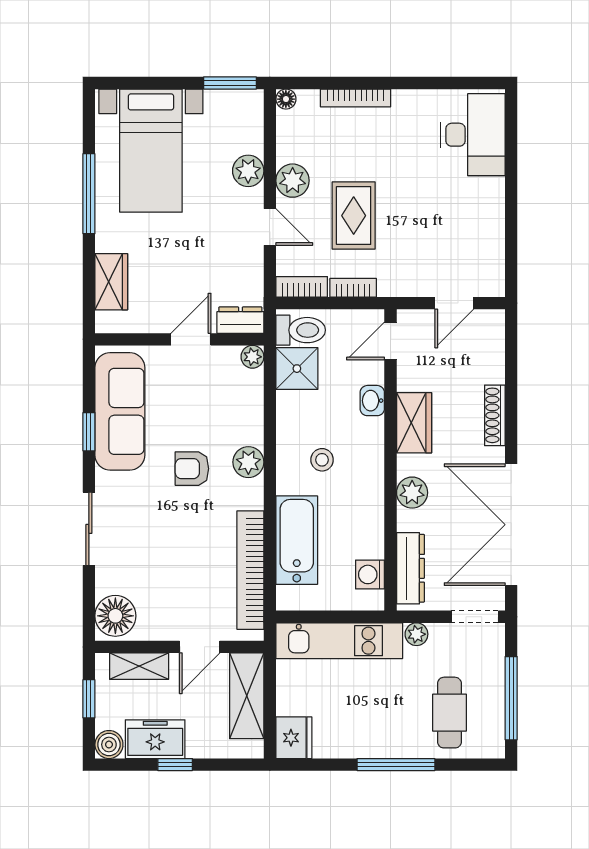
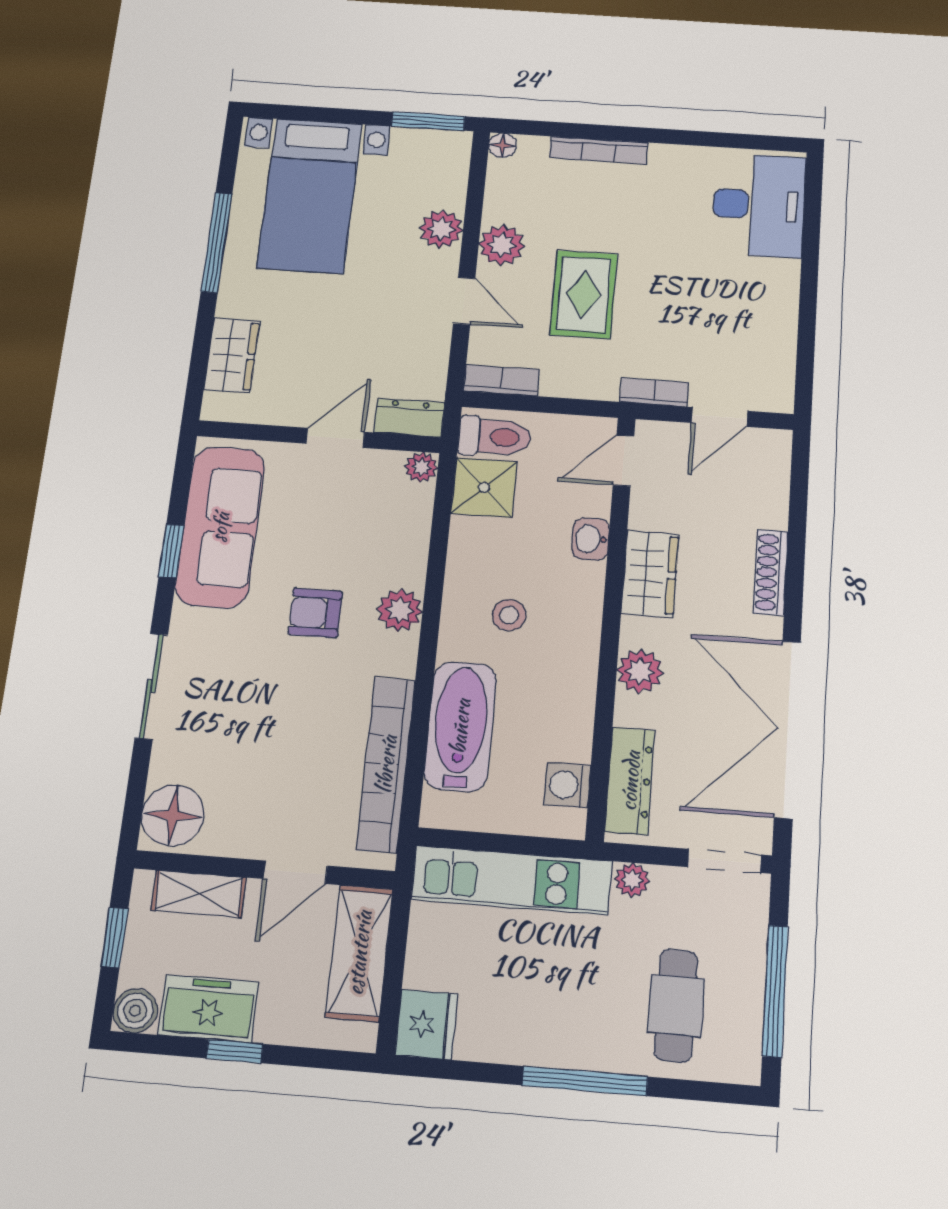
bookcase: (353, 288) -> (654, 392), moved

